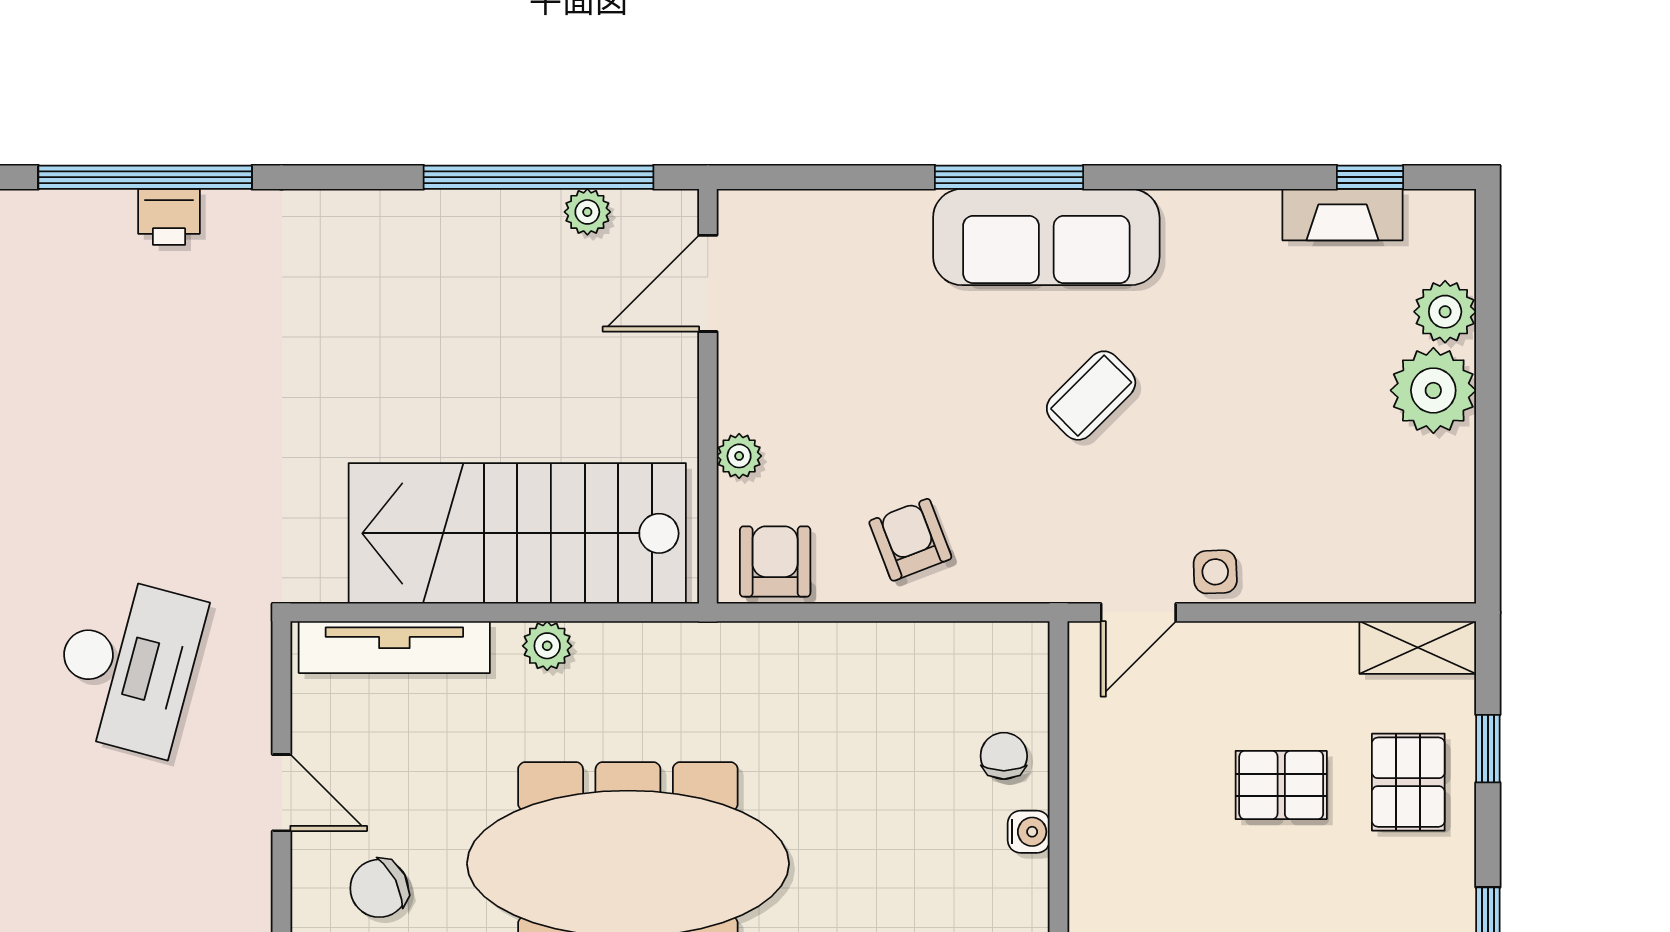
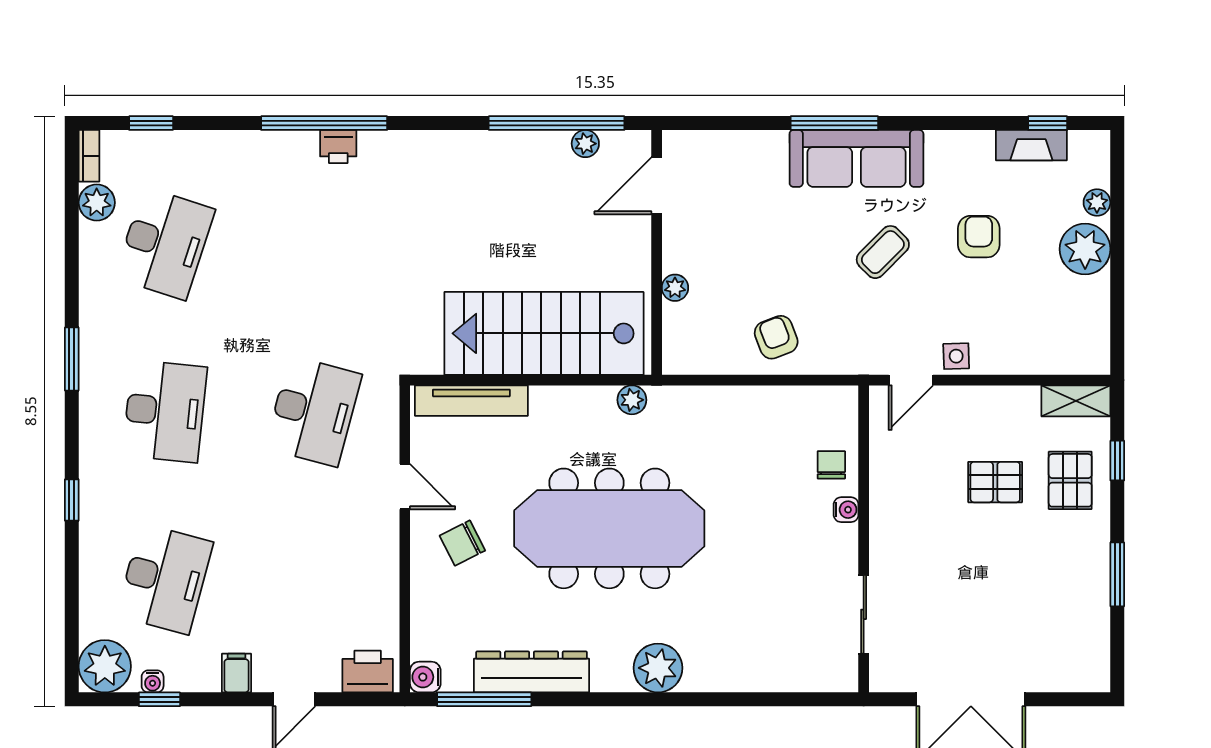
plant: (1445, 312) -> (1097, 203), width x0.73, depth x0.73
armchair: (775, 562) -> (979, 237), moved
plant: (547, 646) -> (632, 400), moved

